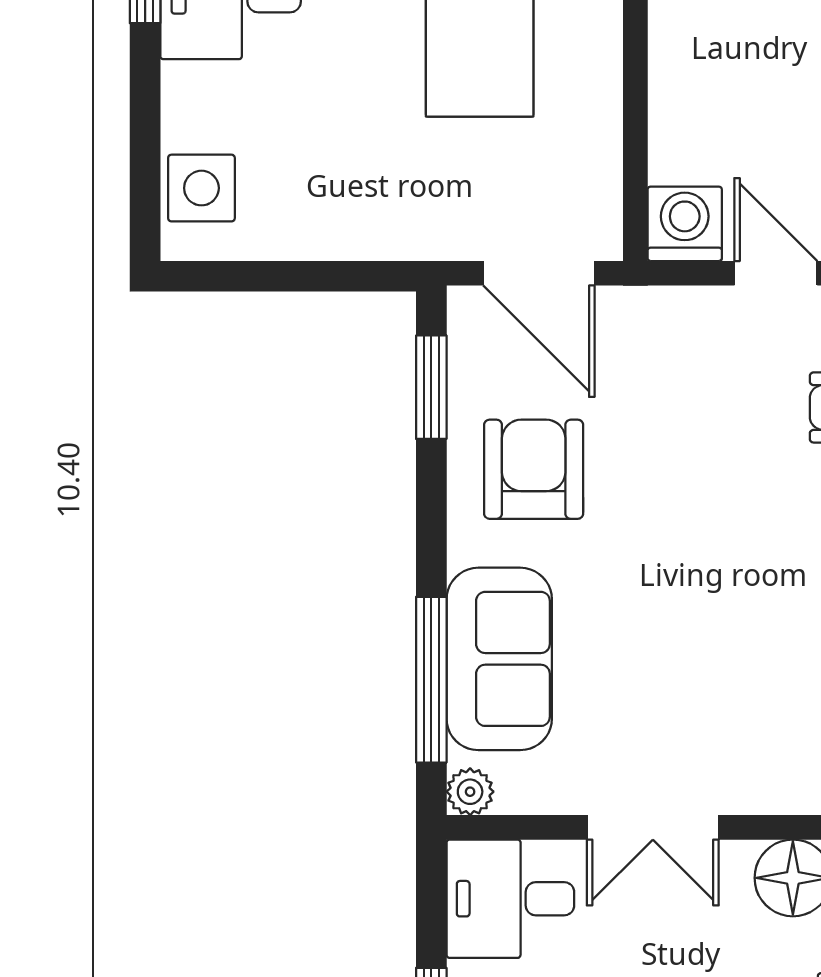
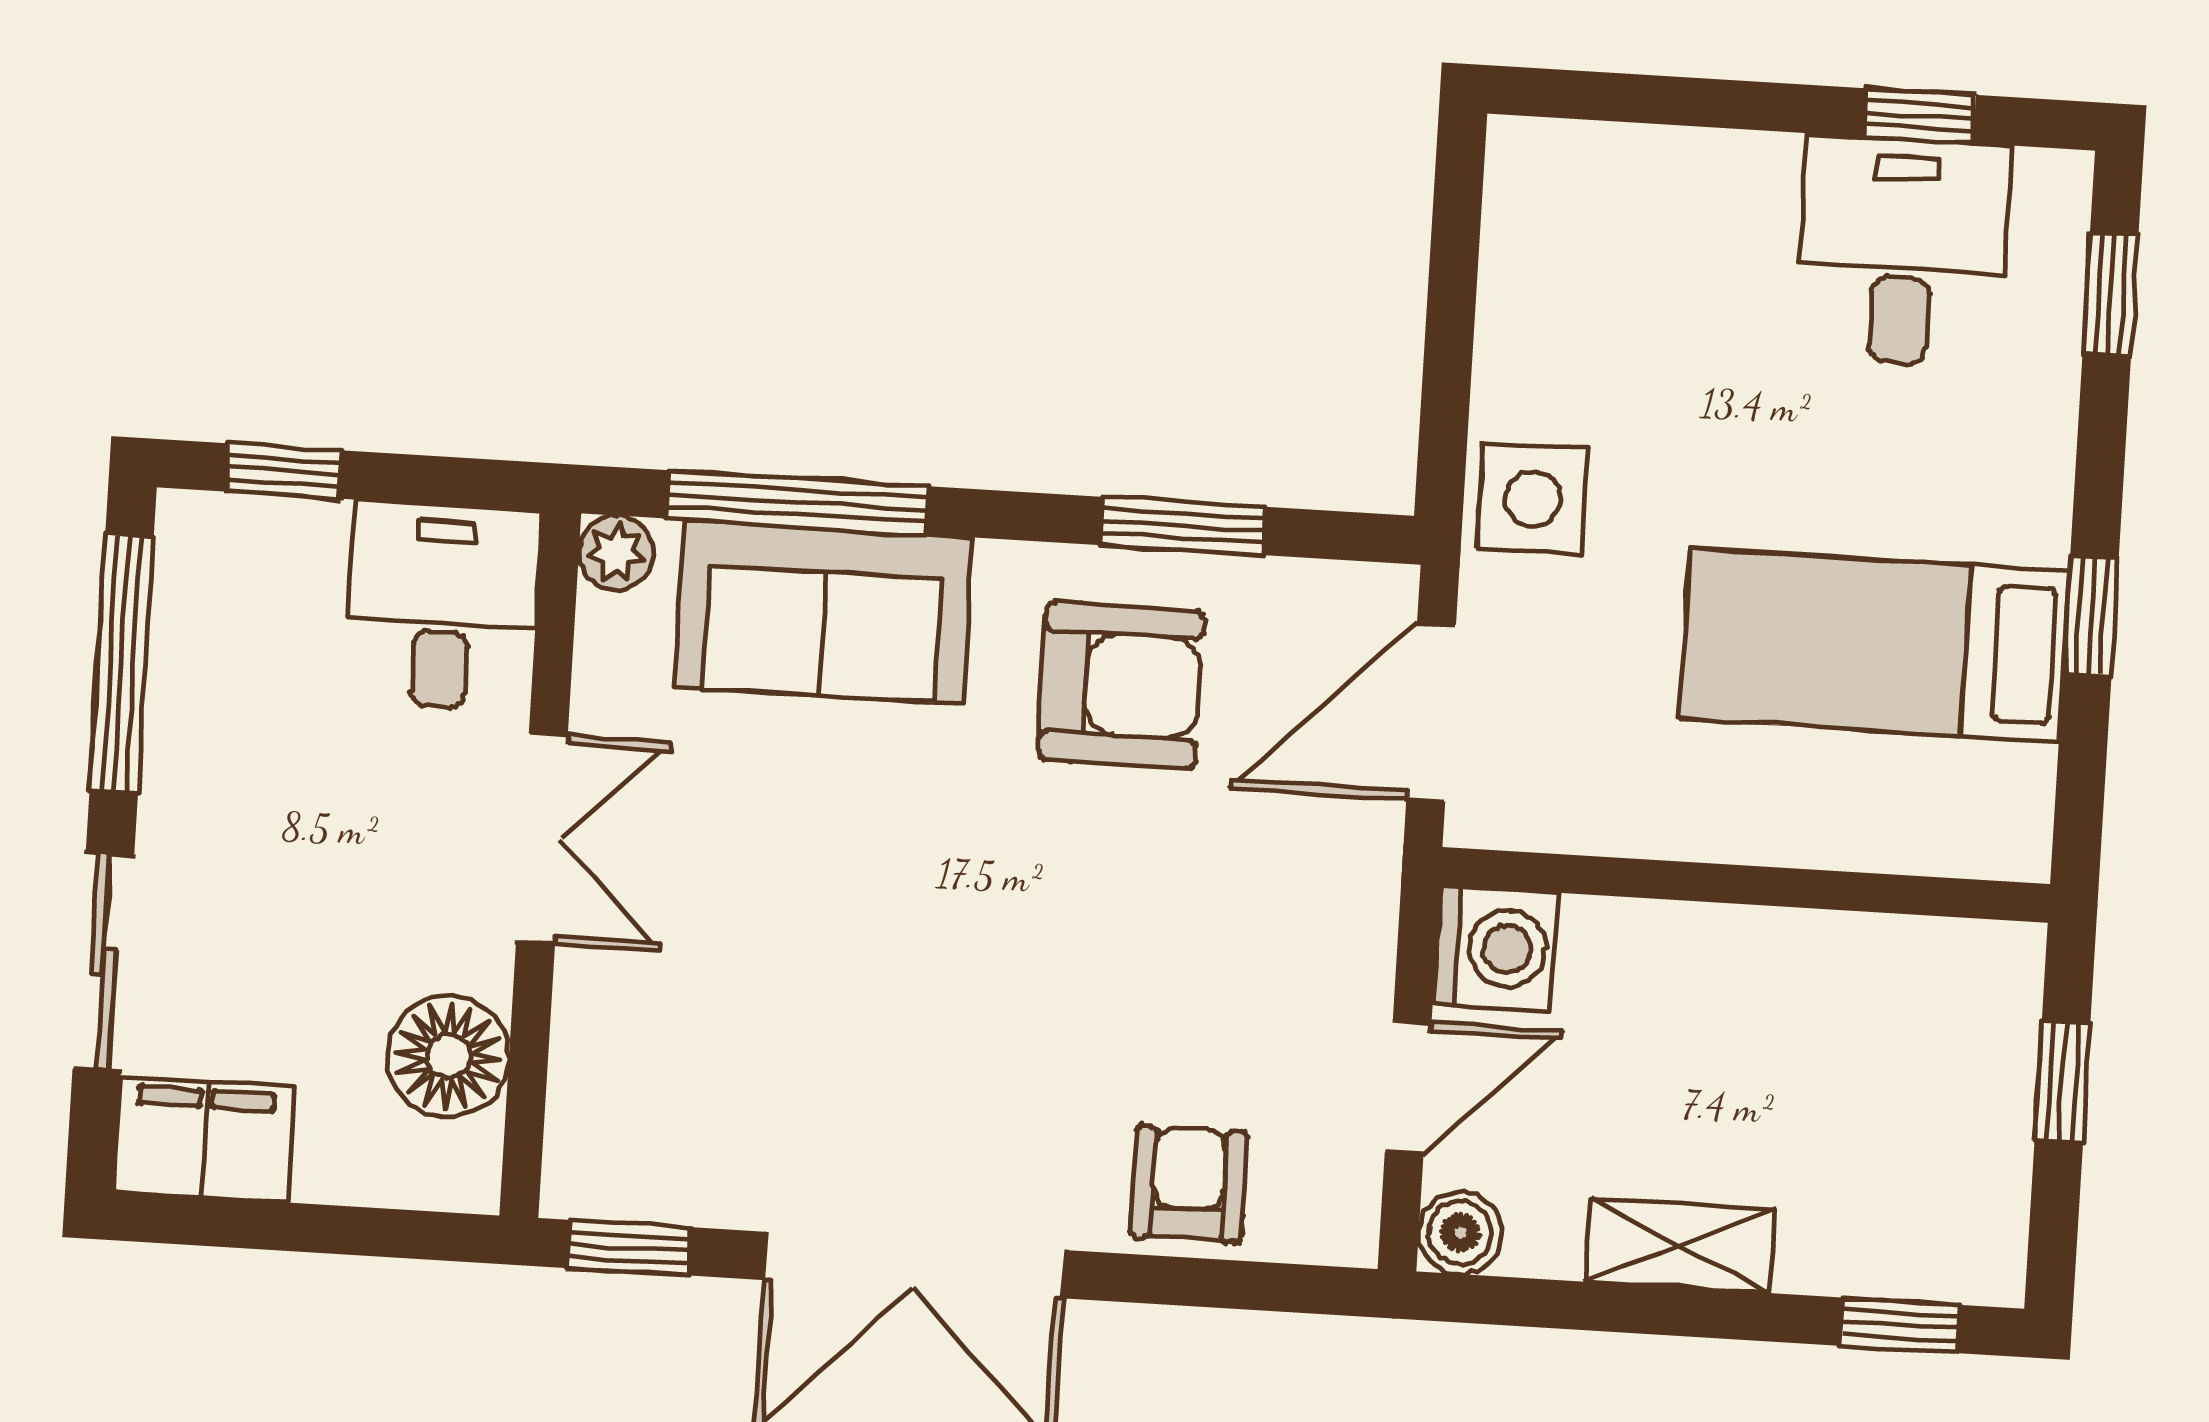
side table: (201, 188) -> (1533, 498), moved
window: (431, 387) -> (1183, 526), moved
double door: (653, 827) -> (542, 839), swing flipped

